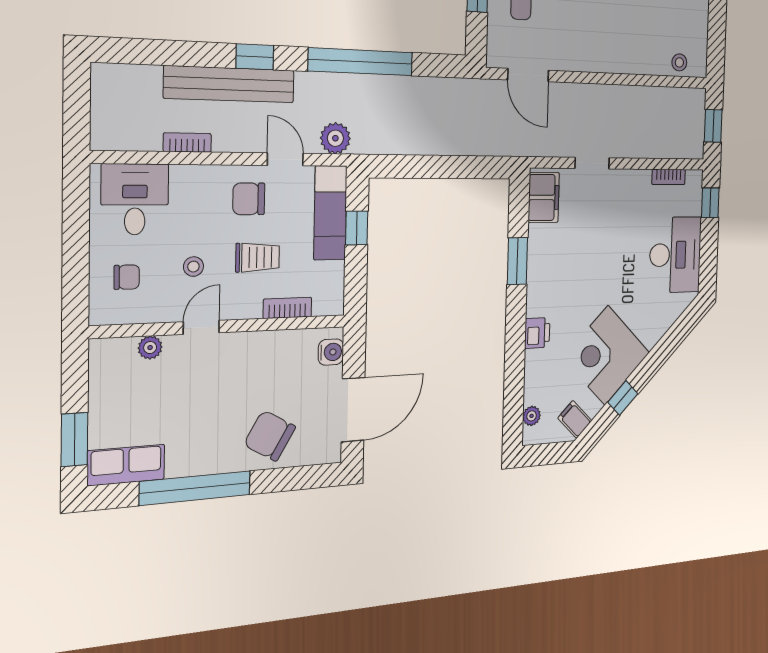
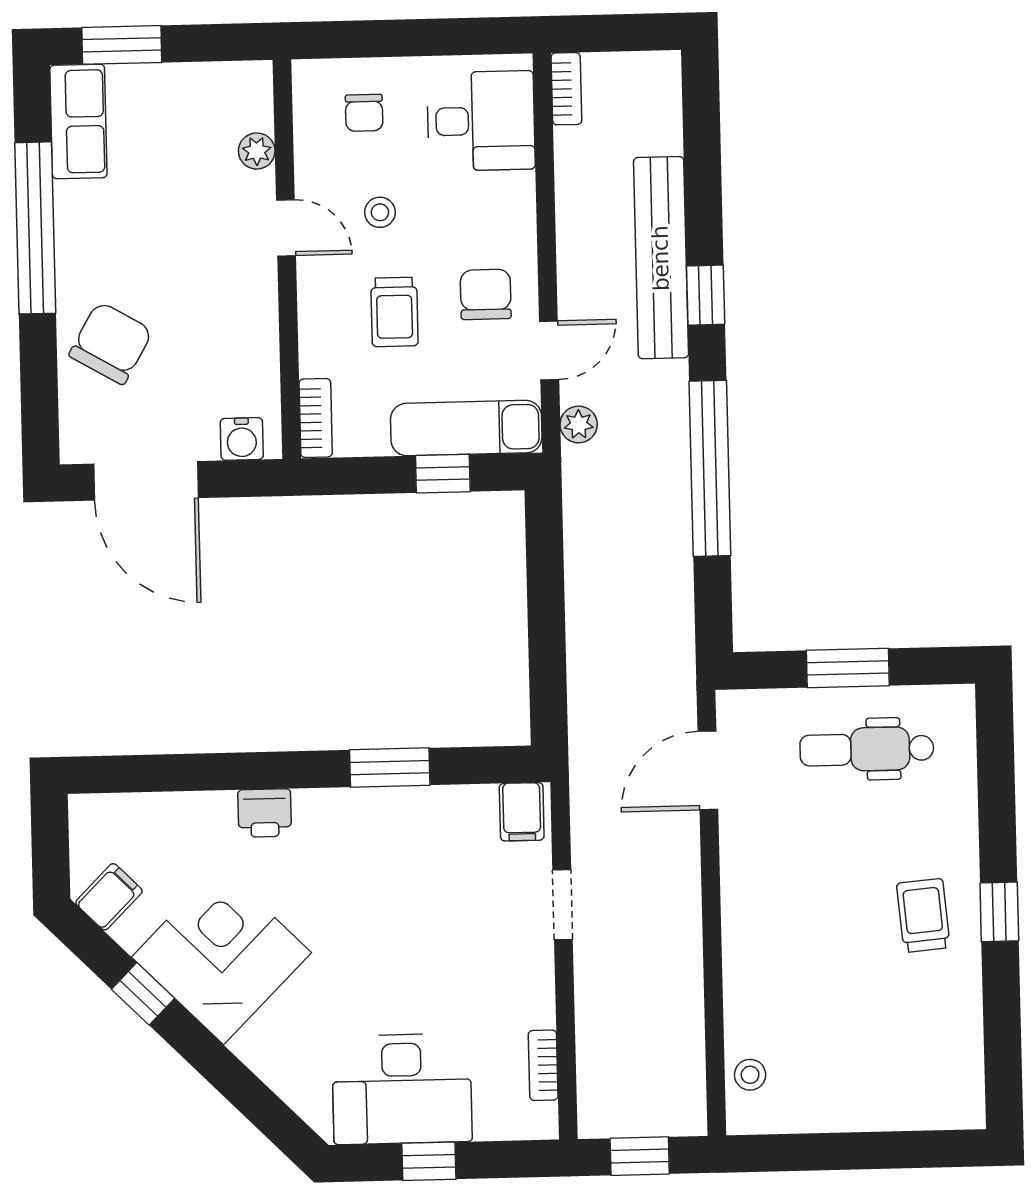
plant: (335, 138) -> (579, 424), width x0.73, depth x0.73
bookcase: (187, 143) -> (566, 89), moved
filing cabinet: (544, 197) -> (522, 812), width x0.50
window: (710, 203) -> (429, 1161), moved
bookcase: (287, 308) -> (316, 418), moved
plant: (532, 416) -> (119, 810), removed

